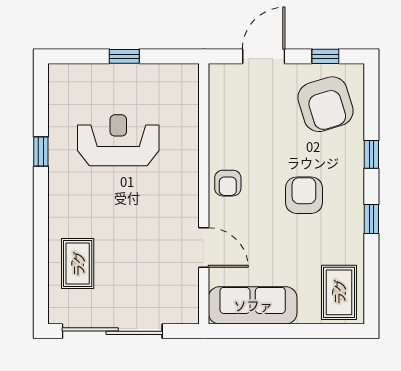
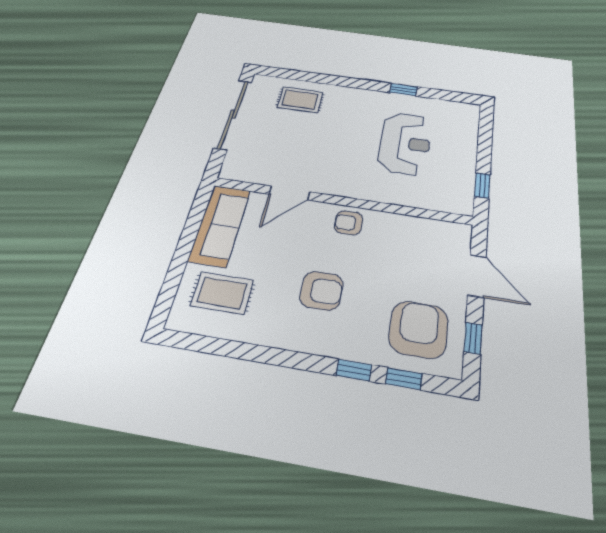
window: (124, 56) -> (482, 185), moved
armchair: (325, 104) -> (419, 329), turned 107
window: (371, 219) -> (404, 379), moved
rug: (339, 292) -> (222, 293), moved

